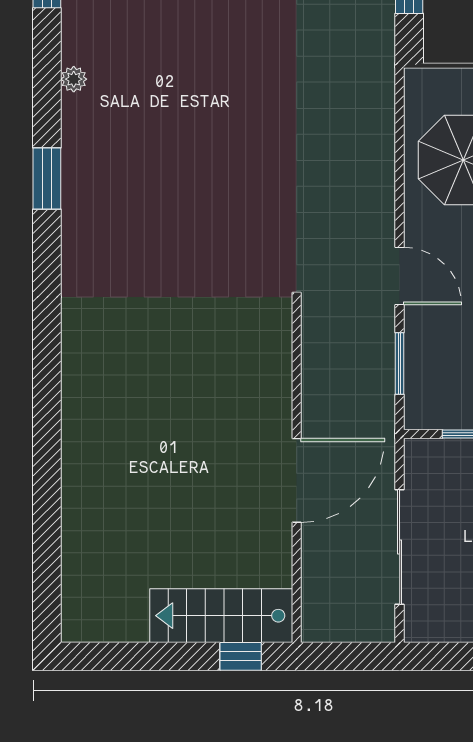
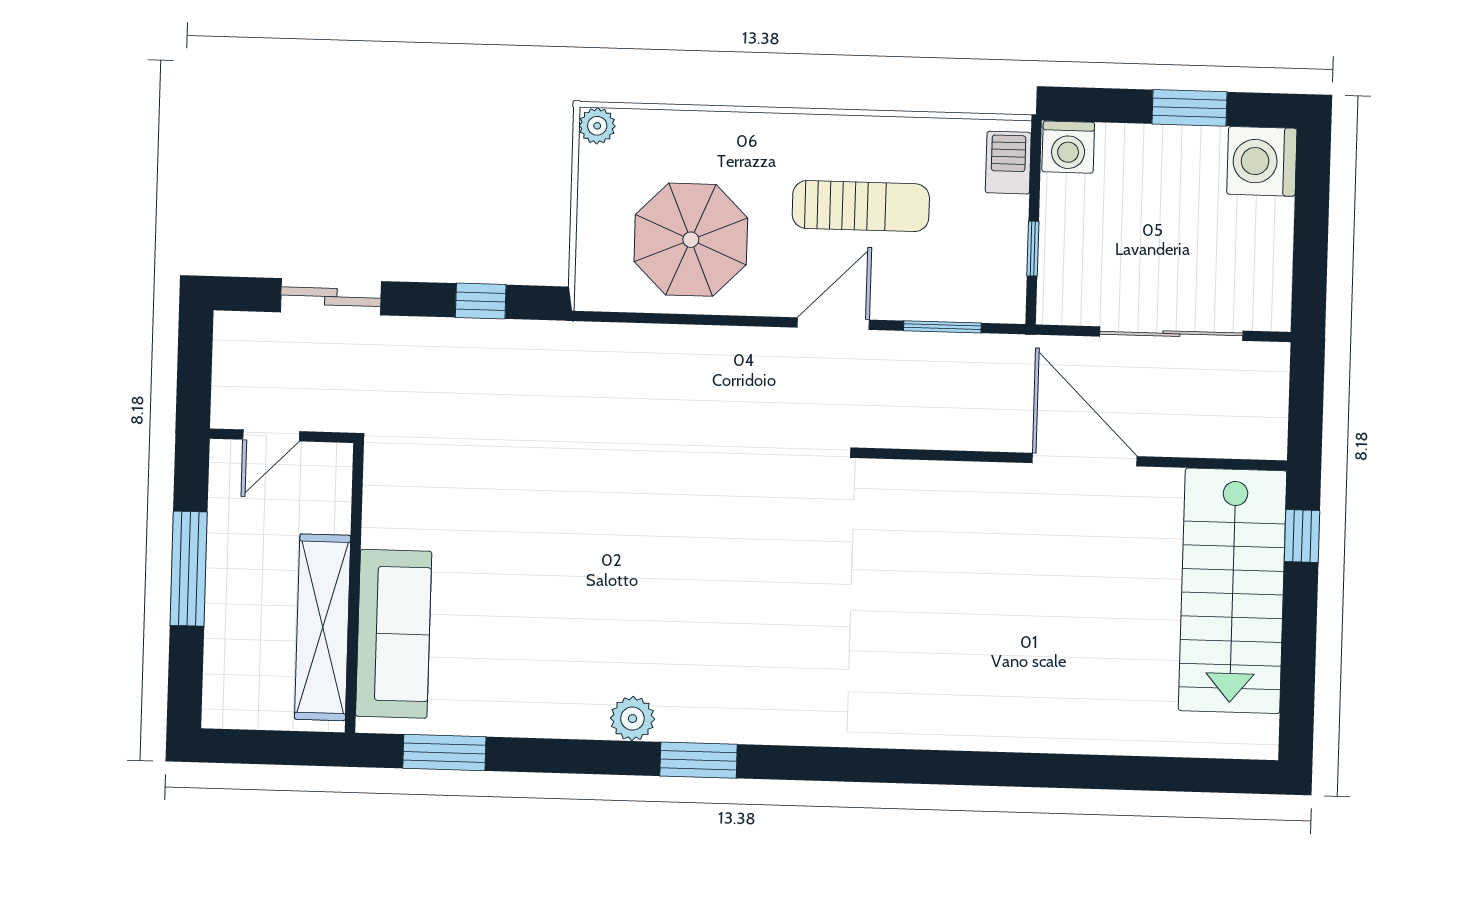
plant: (74, 79) -> (632, 719), moved, width x1.38, depth x1.38
stairs: (221, 616) -> (1233, 591), width x1.36, depth x1.51

